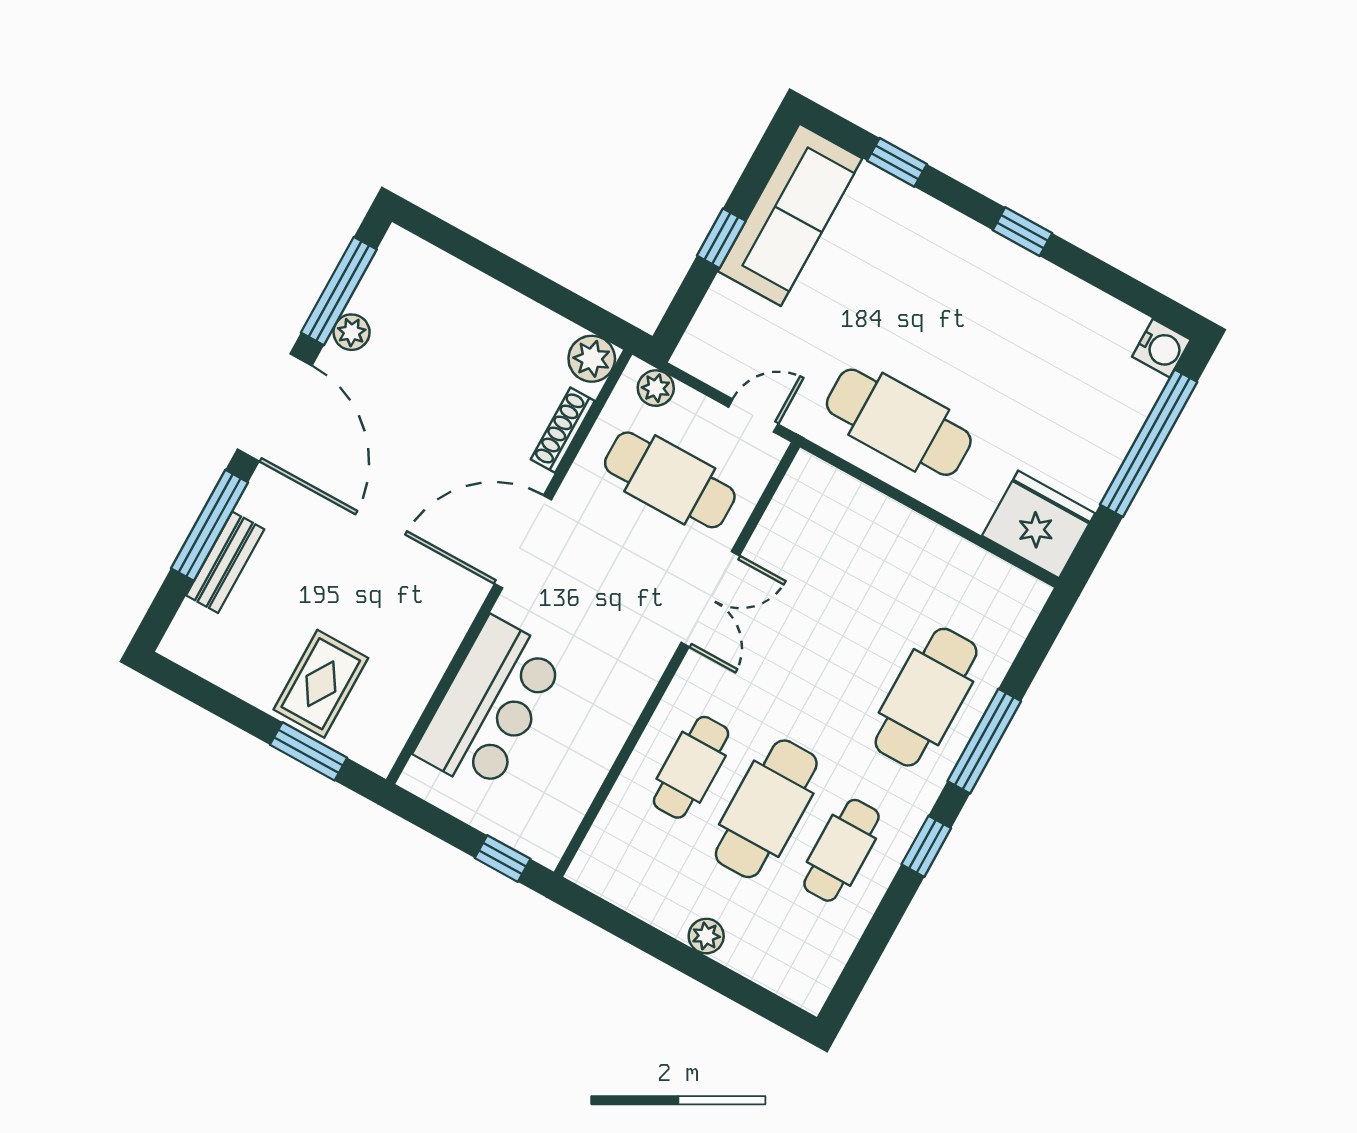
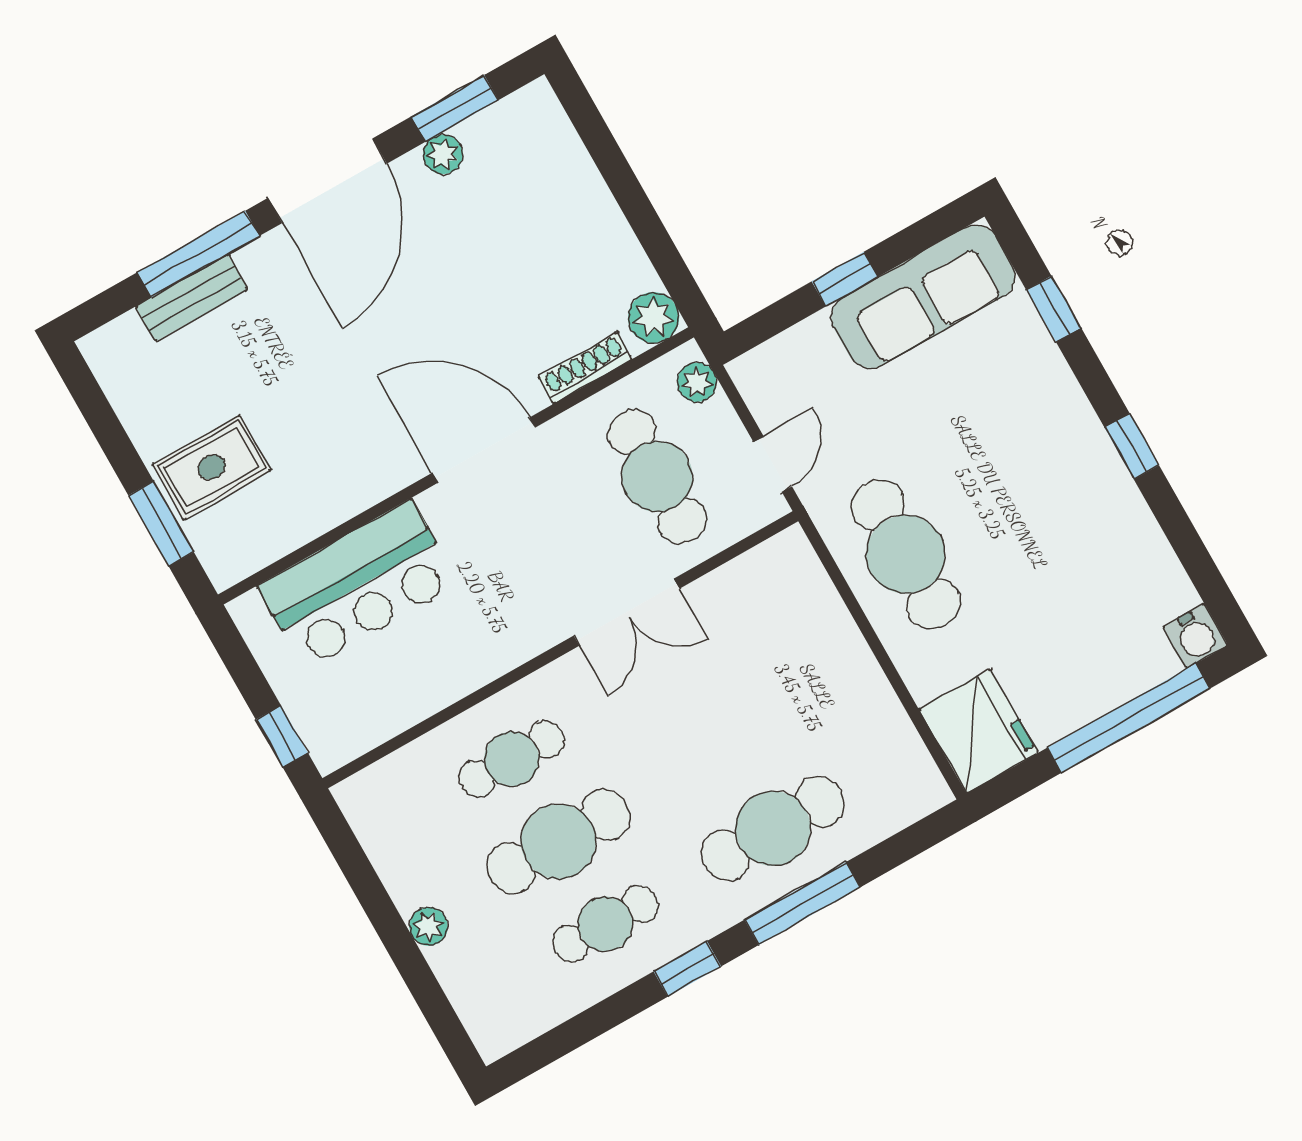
window: (339, 291) -> (455, 108), width x0.69
door: (753, 416) -> (773, 464), hinge flipped

